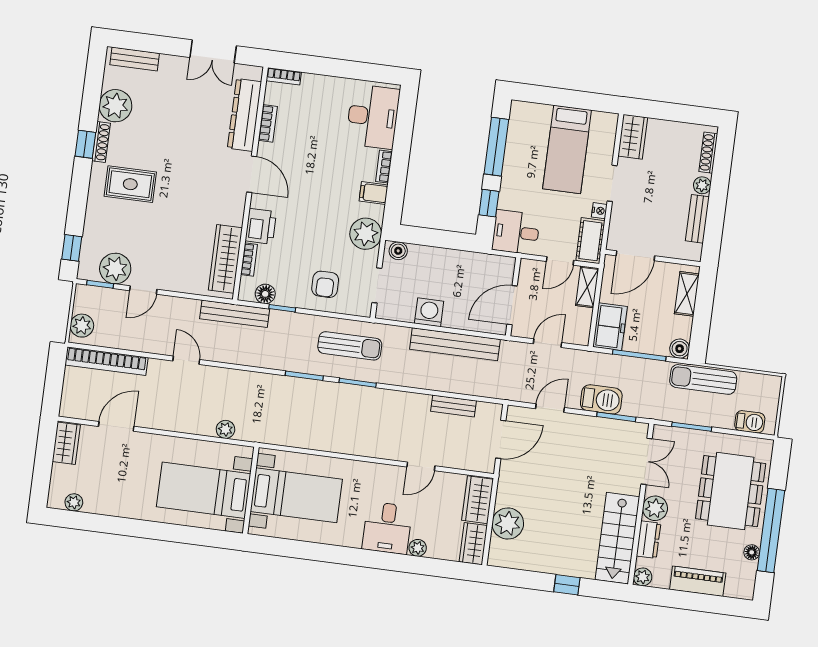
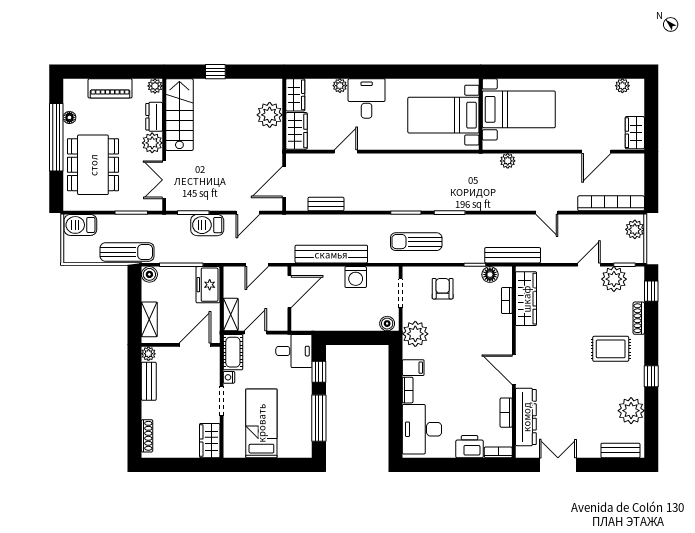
shoe rack: (101, 142) -> (639, 318), moved
plant: (702, 185) -> (148, 354), moved
printer: (261, 226) -> (470, 447), moved, turned 90
barbecue: (750, 422) -> (80, 225), width x1.38, depth x1.27

